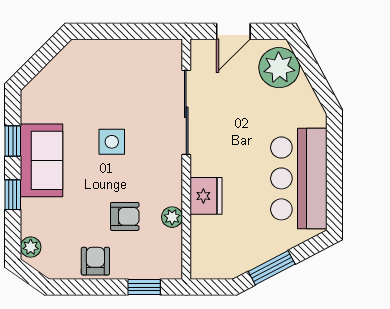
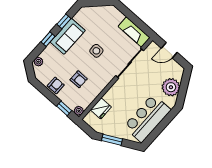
fireplace: (147, 54) -> (134, 32), added
plant: (279, 68) -> (171, 87), moved
fridge: (206, 196) -> (101, 108), moved
plant: (172, 217) -> (79, 111), moved

